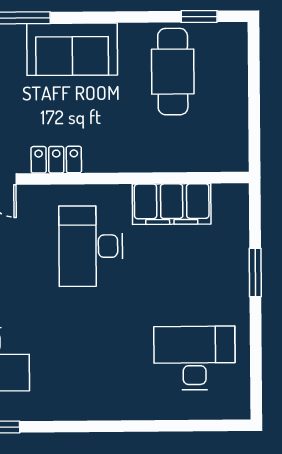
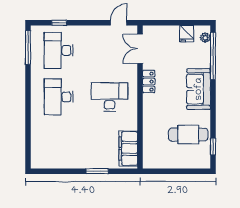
filing cabinet: (172, 204) -> (128, 148), moved
desk: (195, 358) -> (59, 97), moved, turned 180

